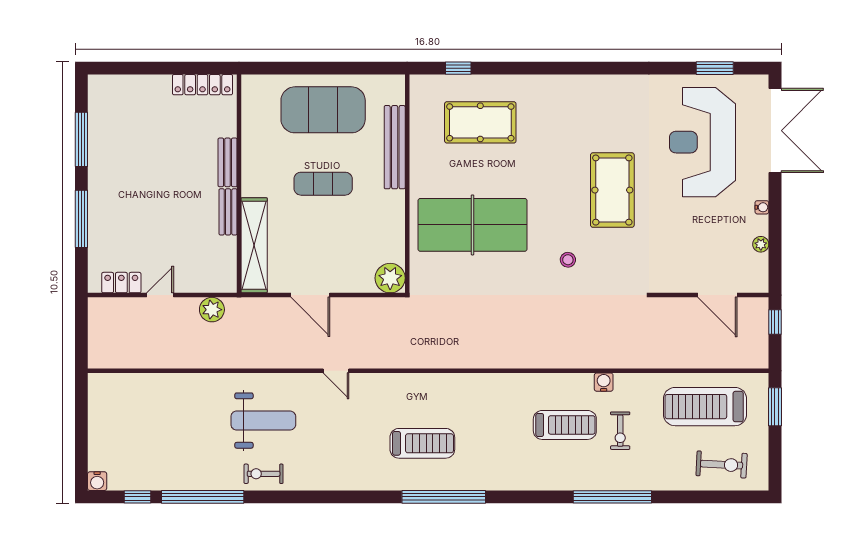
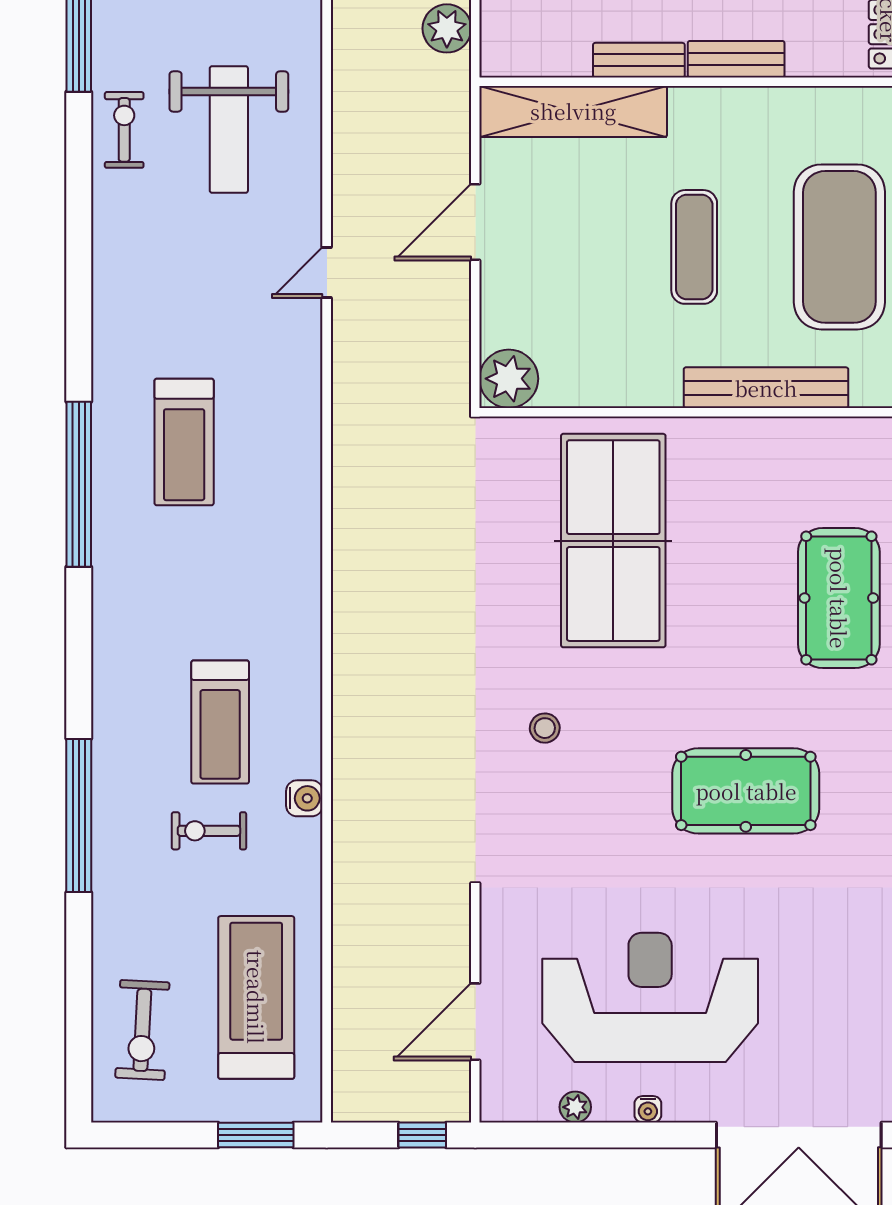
pool table: (480, 122) -> (839, 598), moved
reception desk: (702, 142) -> (650, 997), moved
pool table: (612, 190) -> (746, 791), moved

